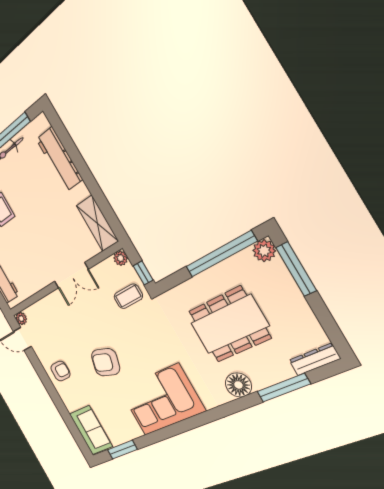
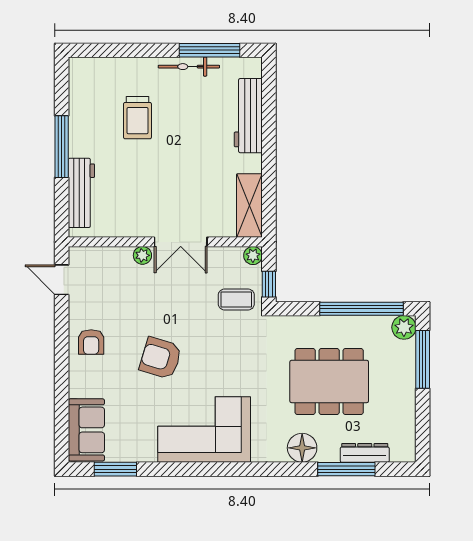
plant: (21, 319) -> (142, 255), moved
dresser: (315, 359) -> (365, 453), moved
armchair: (60, 371) -> (91, 342), turned 90

